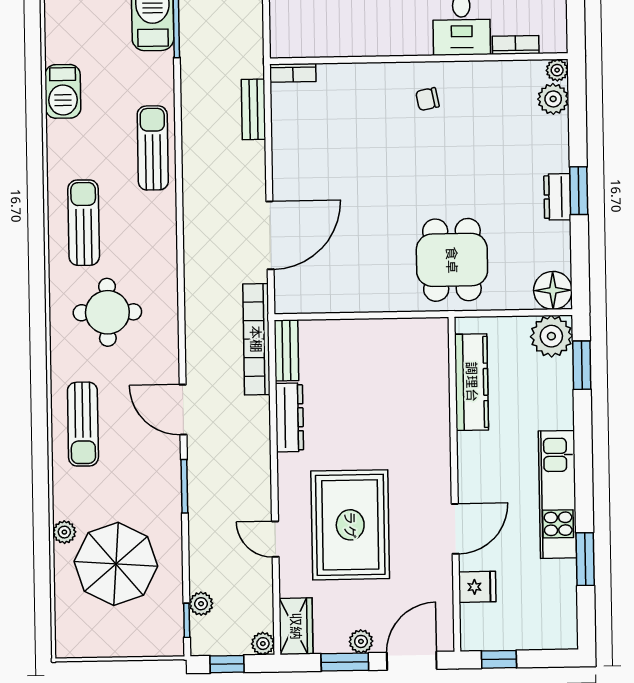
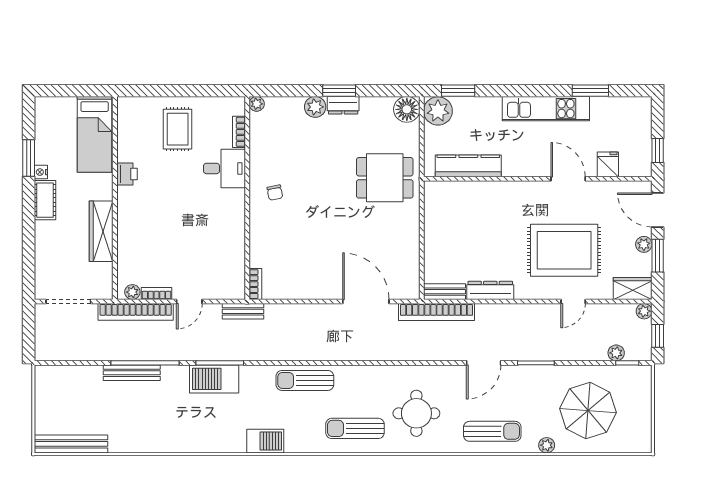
plant: (553, 99) -> (315, 107), moved
bench: (253, 109) -> (243, 311), moved
plant: (64, 532) -> (547, 445), moved

